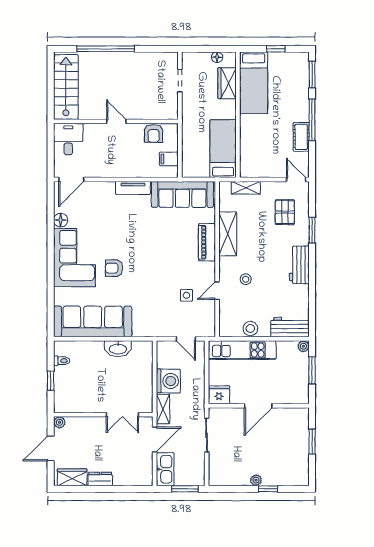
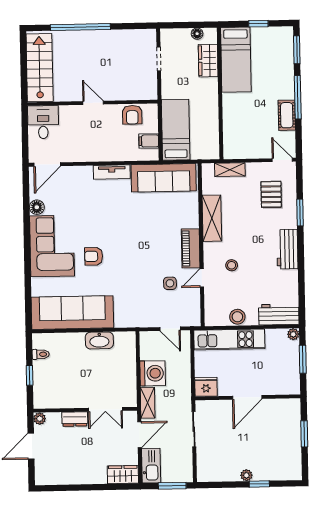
bed: (223, 149) -> (176, 130), moved
piano: (207, 242) -> (191, 248), moved
wardrobe: (72, 477) -> (123, 475), moved
dresser: (100, 479) -> (75, 419), moved, turned 180

